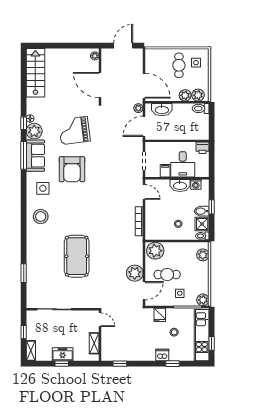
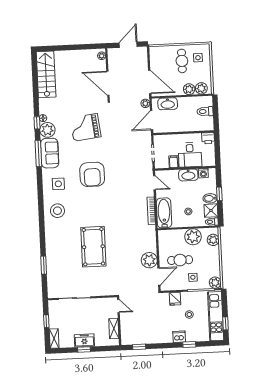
toilet: (201, 108) -> (205, 111), moved
armchair: (72, 169) -> (92, 174), moved
bathtub: (153, 224) -> (164, 213), added
plant: (155, 251) -> (193, 237), moved

